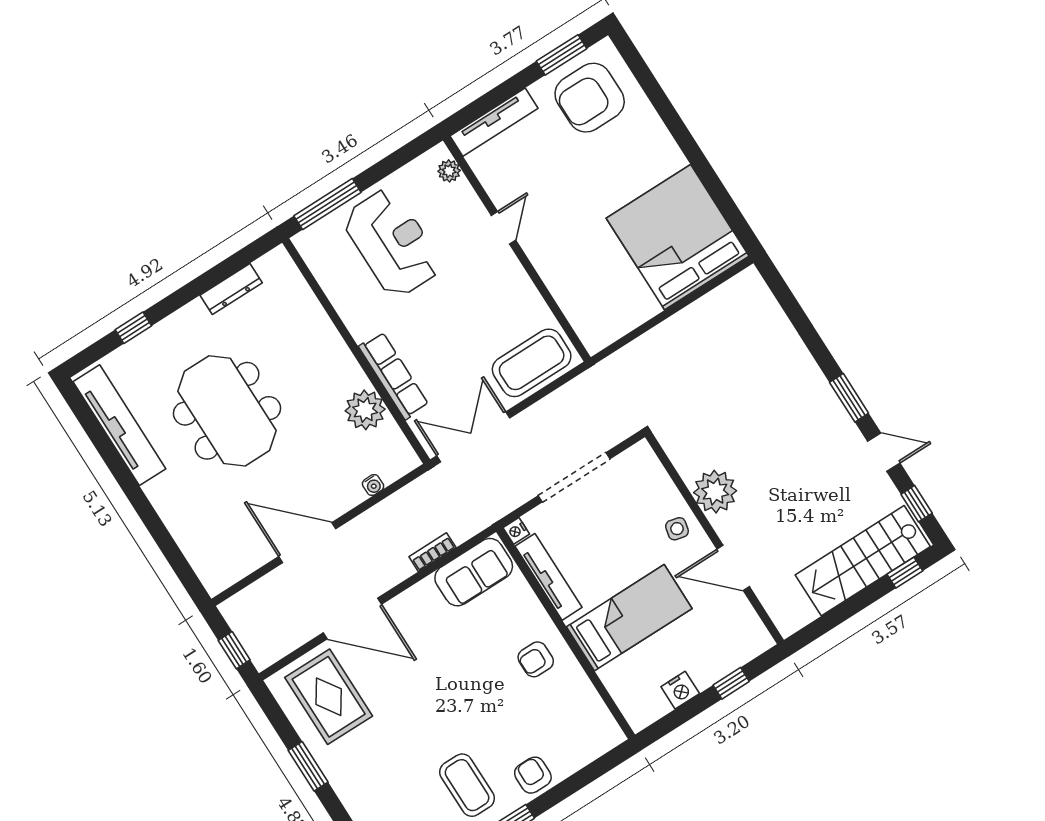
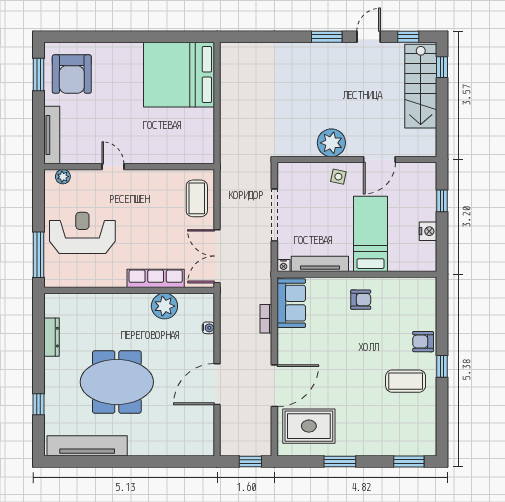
coffee table: (532, 363) -> (197, 198), width x0.73, depth x0.76
armchair: (536, 659) -> (361, 300), turned -90

